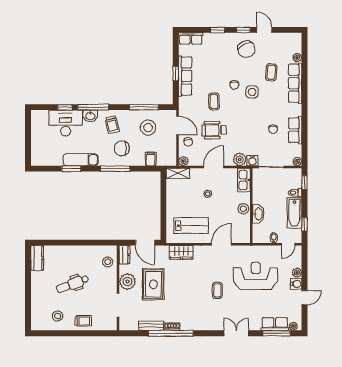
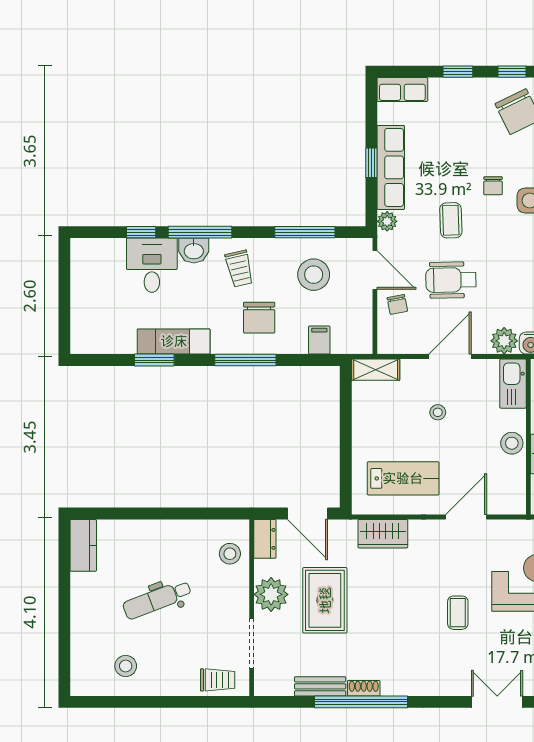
desk: (66, 123) -> (152, 265), width x0.73
chair: (122, 148) -> (259, 318), turned -90
plant: (183, 161) -> (387, 221), moved
trolley: (83, 321) -> (218, 680), moved

